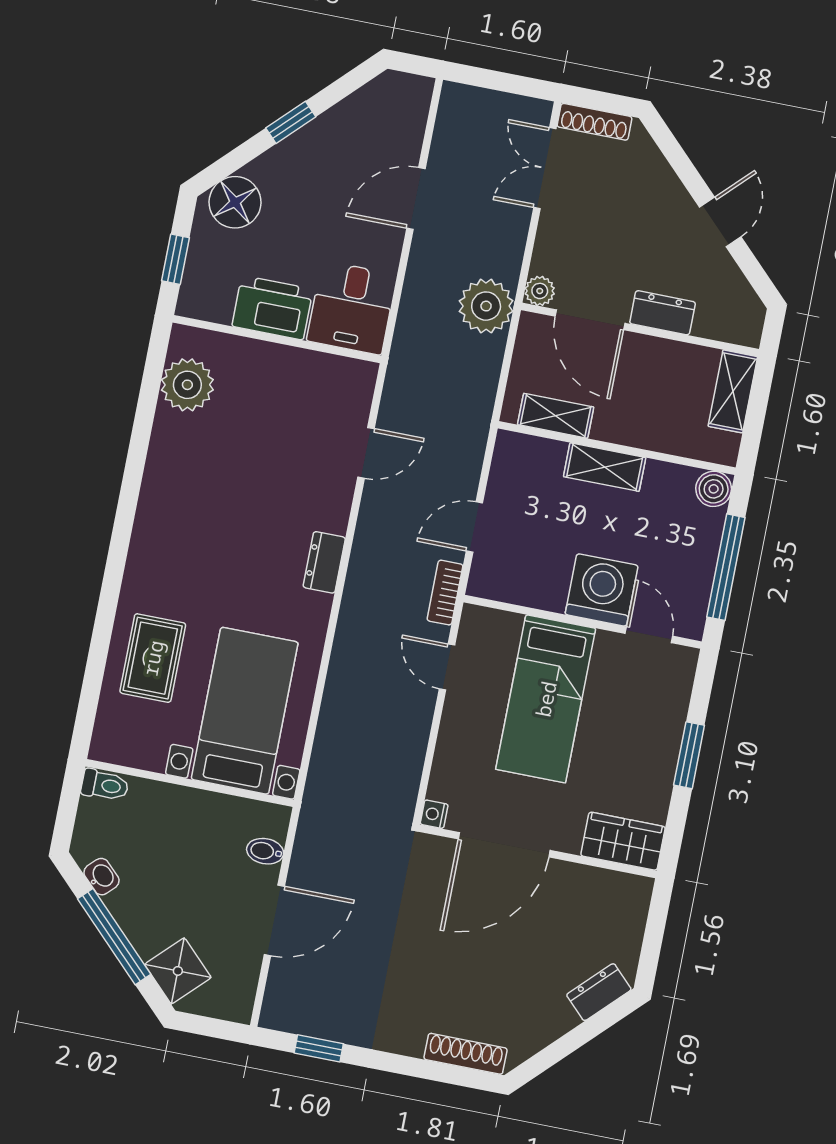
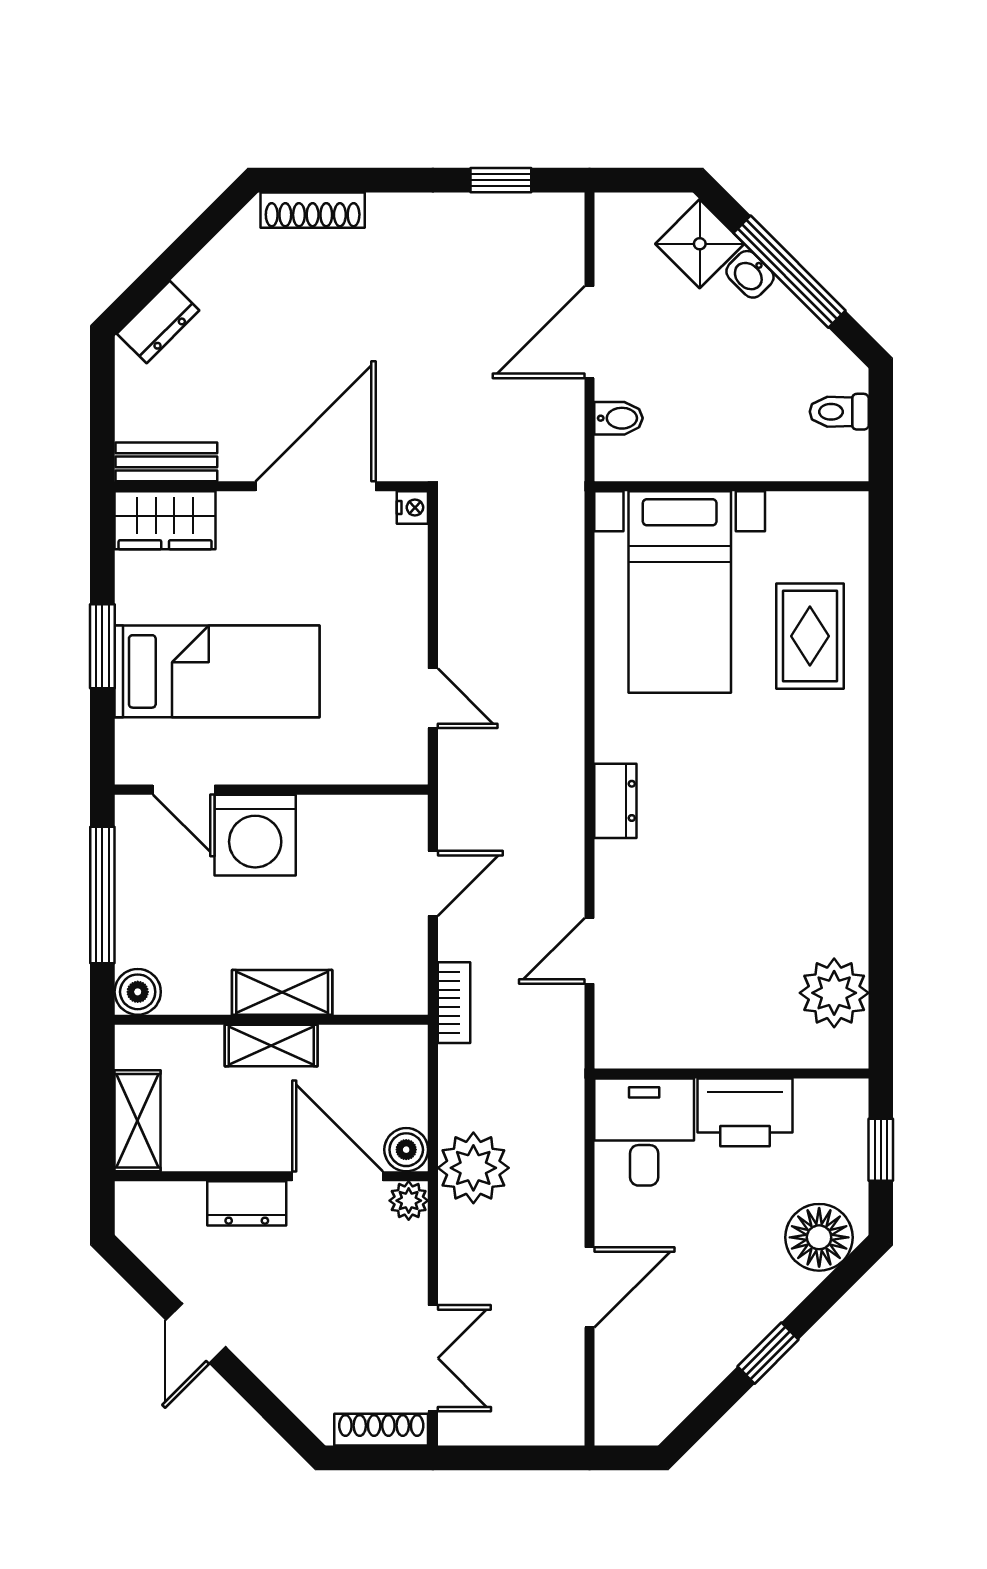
boiler: (534, 330) -> (406, 1150), added
shelving: (556, 416) -> (271, 1045), moved
bookcase: (445, 593) -> (454, 1003), moved
bed: (546, 699) -> (217, 671), moved, turned 90
toilet: (105, 785) -> (839, 412), moved
washbasin: (102, 877) -> (750, 274), moved
bench: (613, 885) -> (166, 462), added

